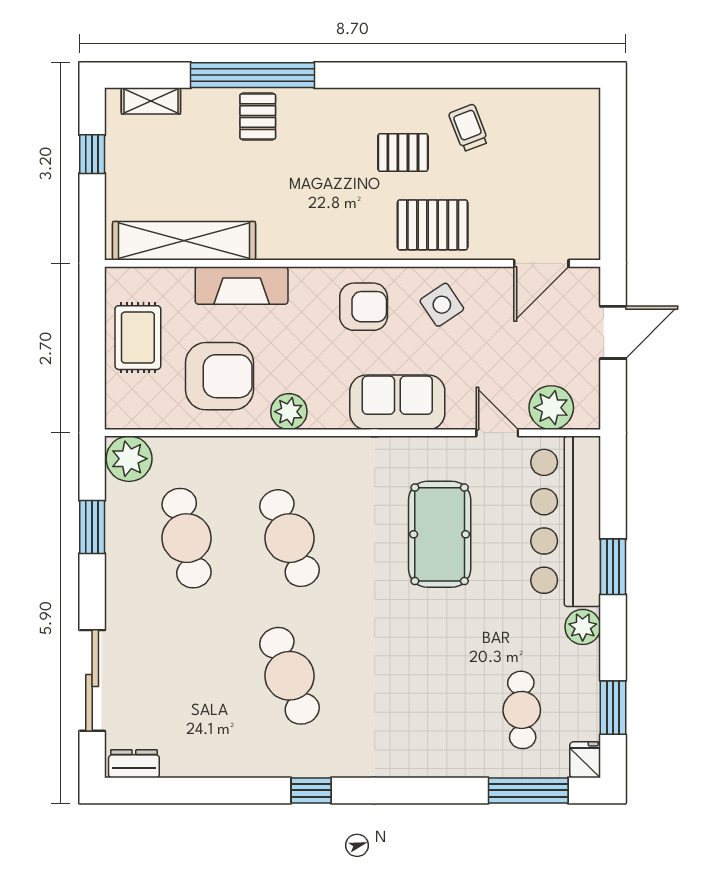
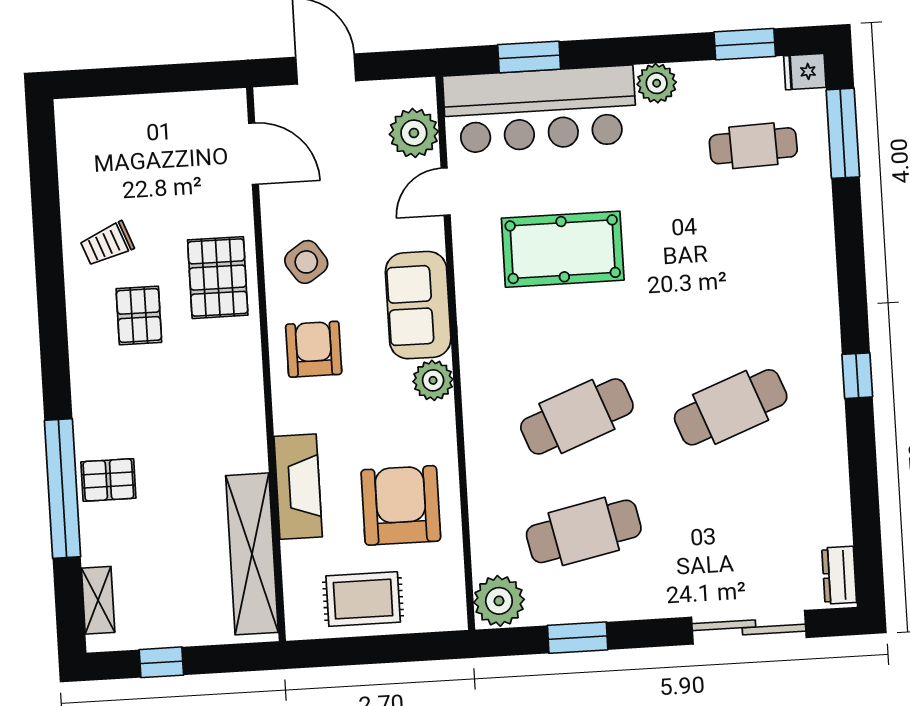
plant: (289, 412) -> (433, 380), moved
window: (613, 567) -> (529, 57), moved

